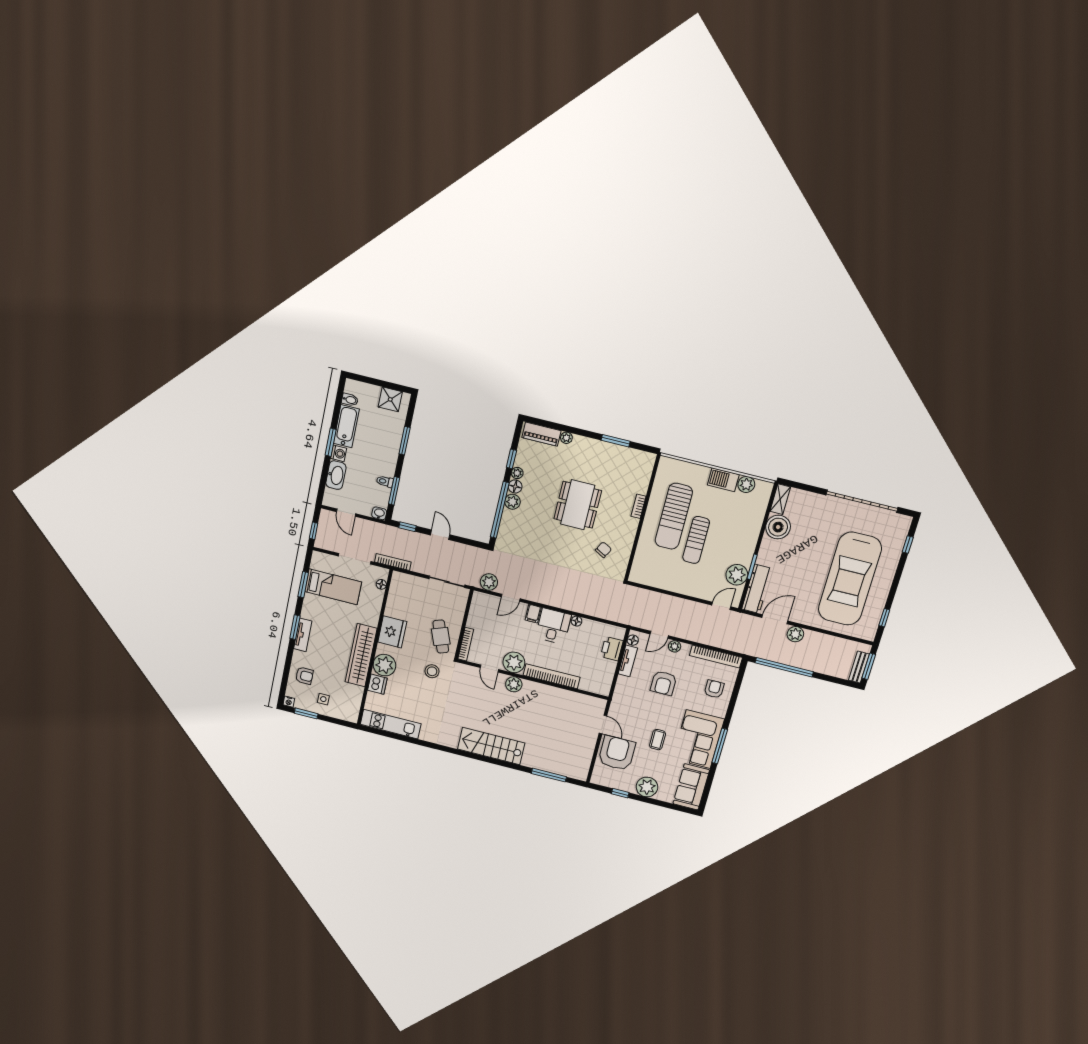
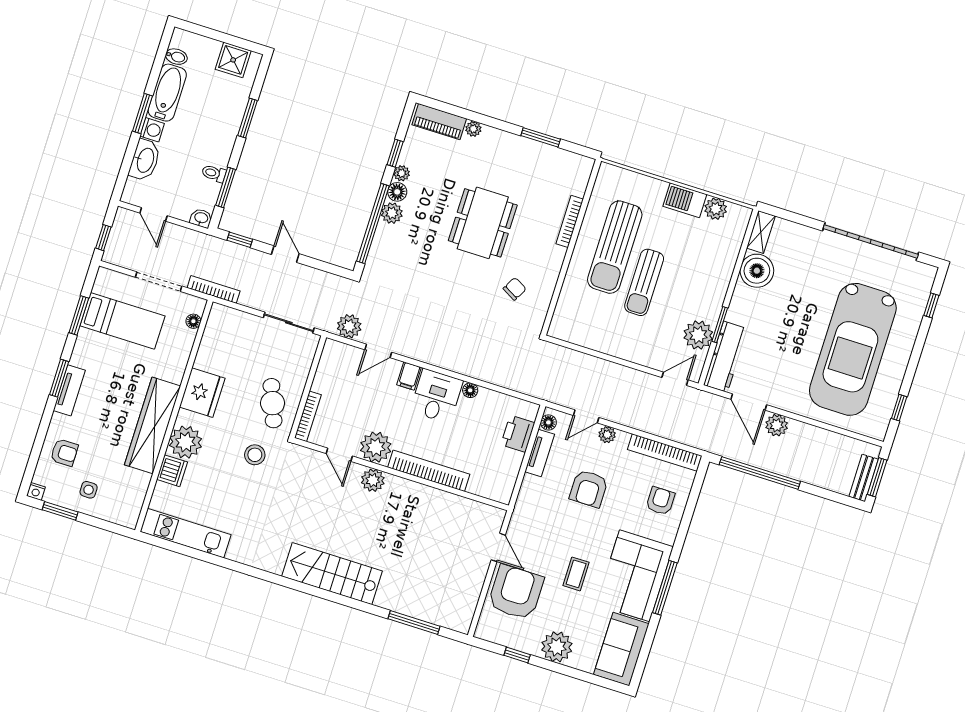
bookcase: (638, 506) -> (570, 221), width x1.56
door: (775, 619) -> (749, 402), swing flipped

